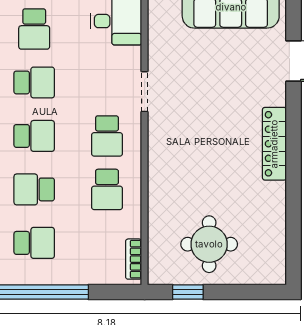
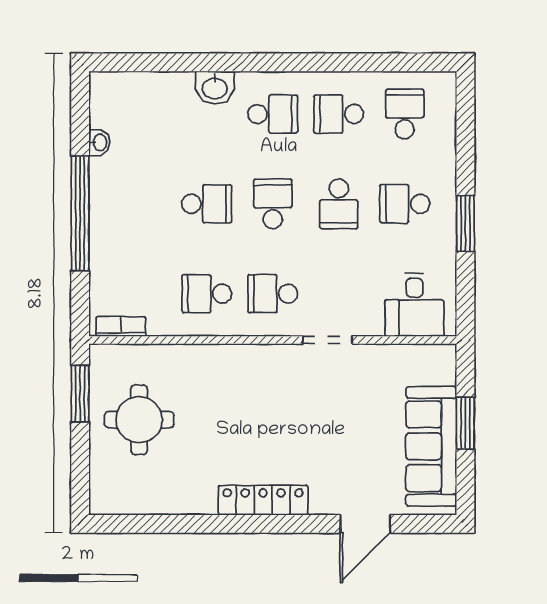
school desk: (34, 136) -> (273, 204), turned 180
school desk: (34, 189) -> (207, 204), turned 90
school desk: (34, 243) -> (141, 204), removed
window: (188, 292) -> (80, 394), width x1.50

